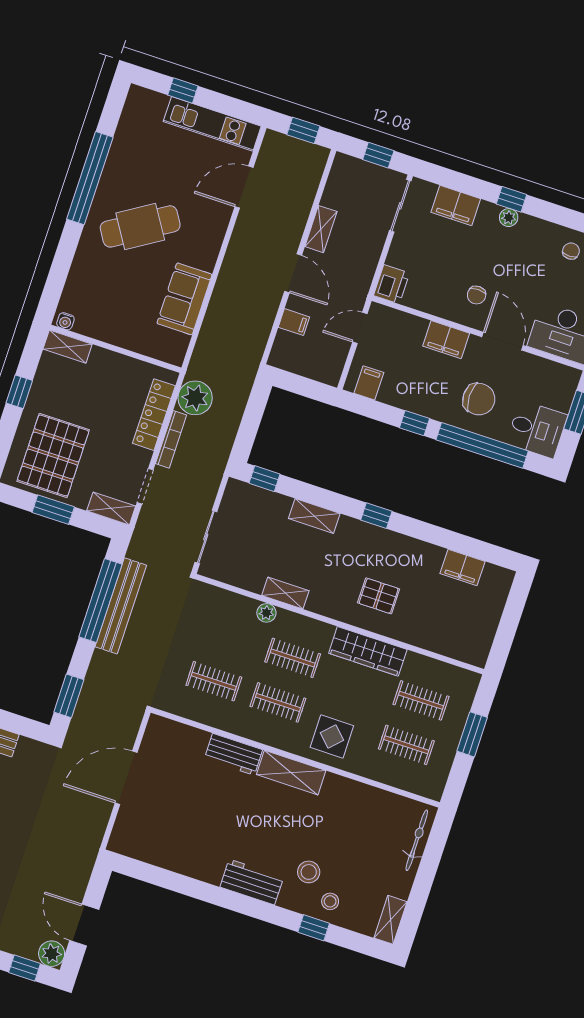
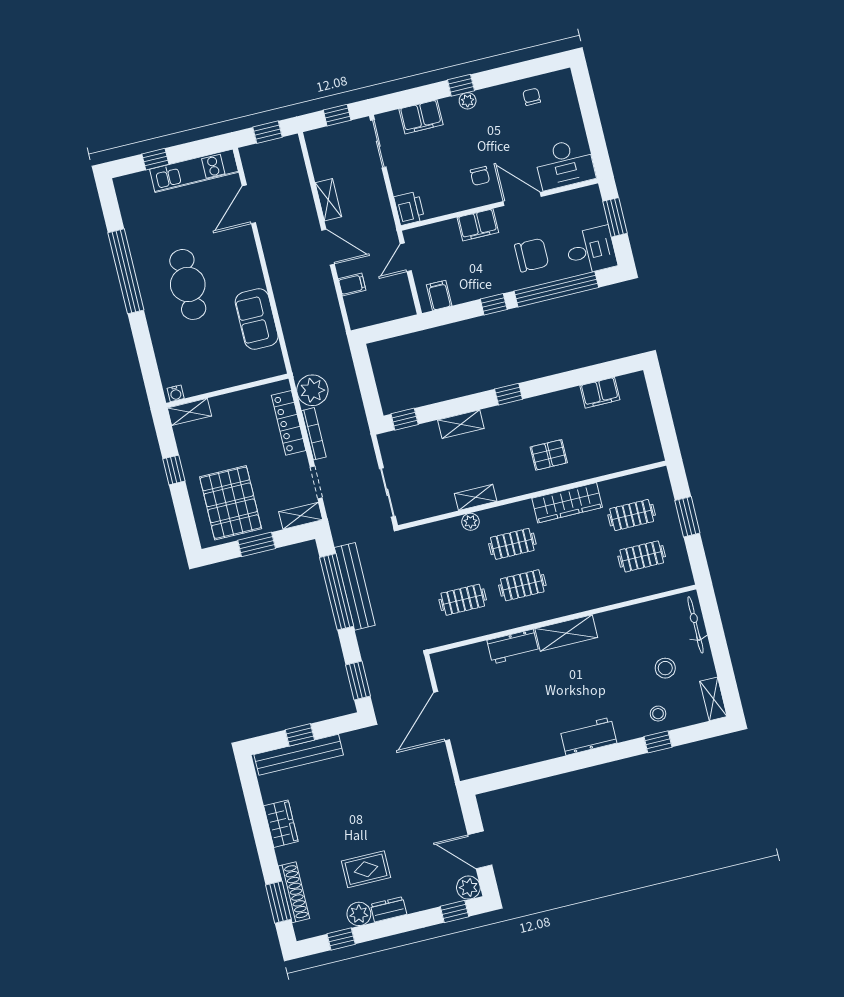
cafe table: (140, 226) -> (188, 284), turned -58
display table: (332, 737) -> (580, 586), removed
stool: (309, 872) -> (665, 668), moved

